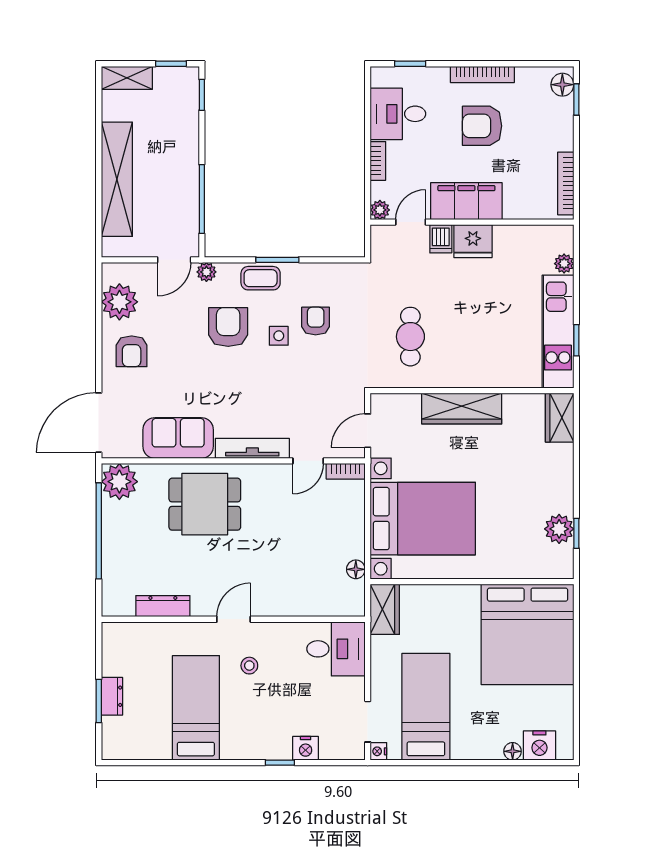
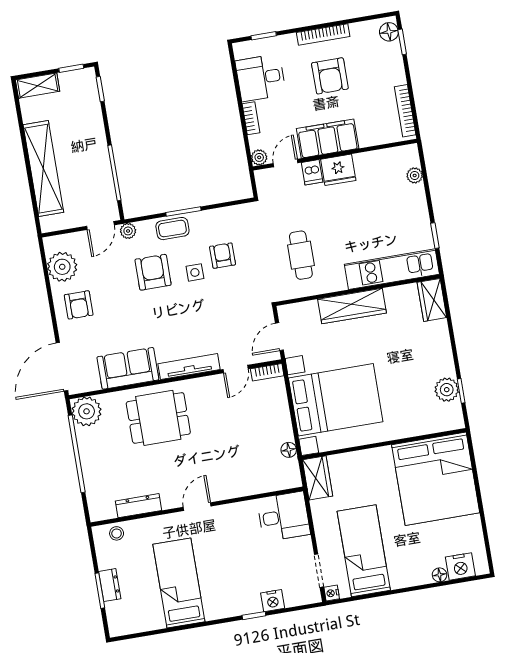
armchair: (482, 126) -> (330, 76), turned -90
kitchen unit: (558, 332) -> (392, 269), moved, turned 90
stool: (249, 666) -> (117, 533), moved

